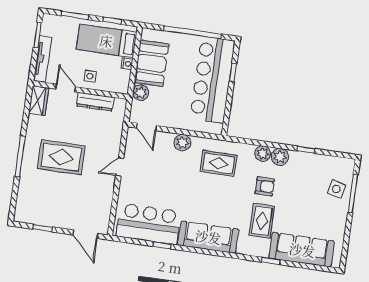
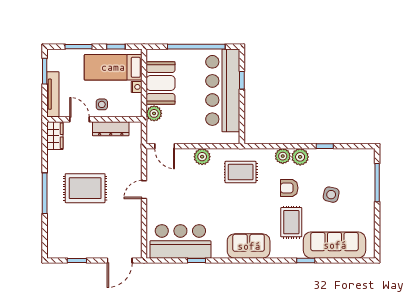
armchair: (265, 186) -> (289, 188), turned 180
side table: (336, 189) -> (331, 195), moved
door: (85, 234) -> (120, 260), hinge flipped
sofa: (208, 237) -> (249, 246), width x0.73

